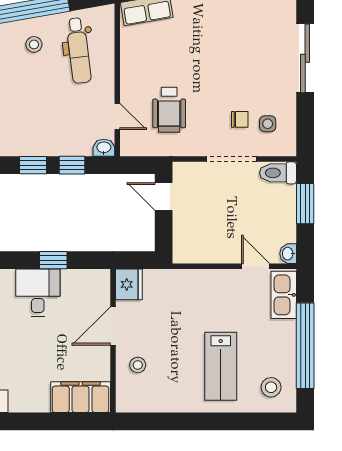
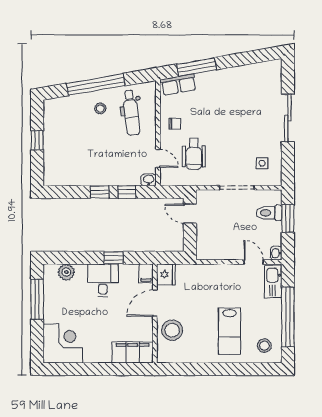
chair: (240, 119) -> (175, 124), moved
toilet: (278, 173) -> (269, 213), moved
filing cabinet: (100, 283) -> (146, 273), added
stool: (138, 365) -> (172, 330), width x1.89, depth x1.89

